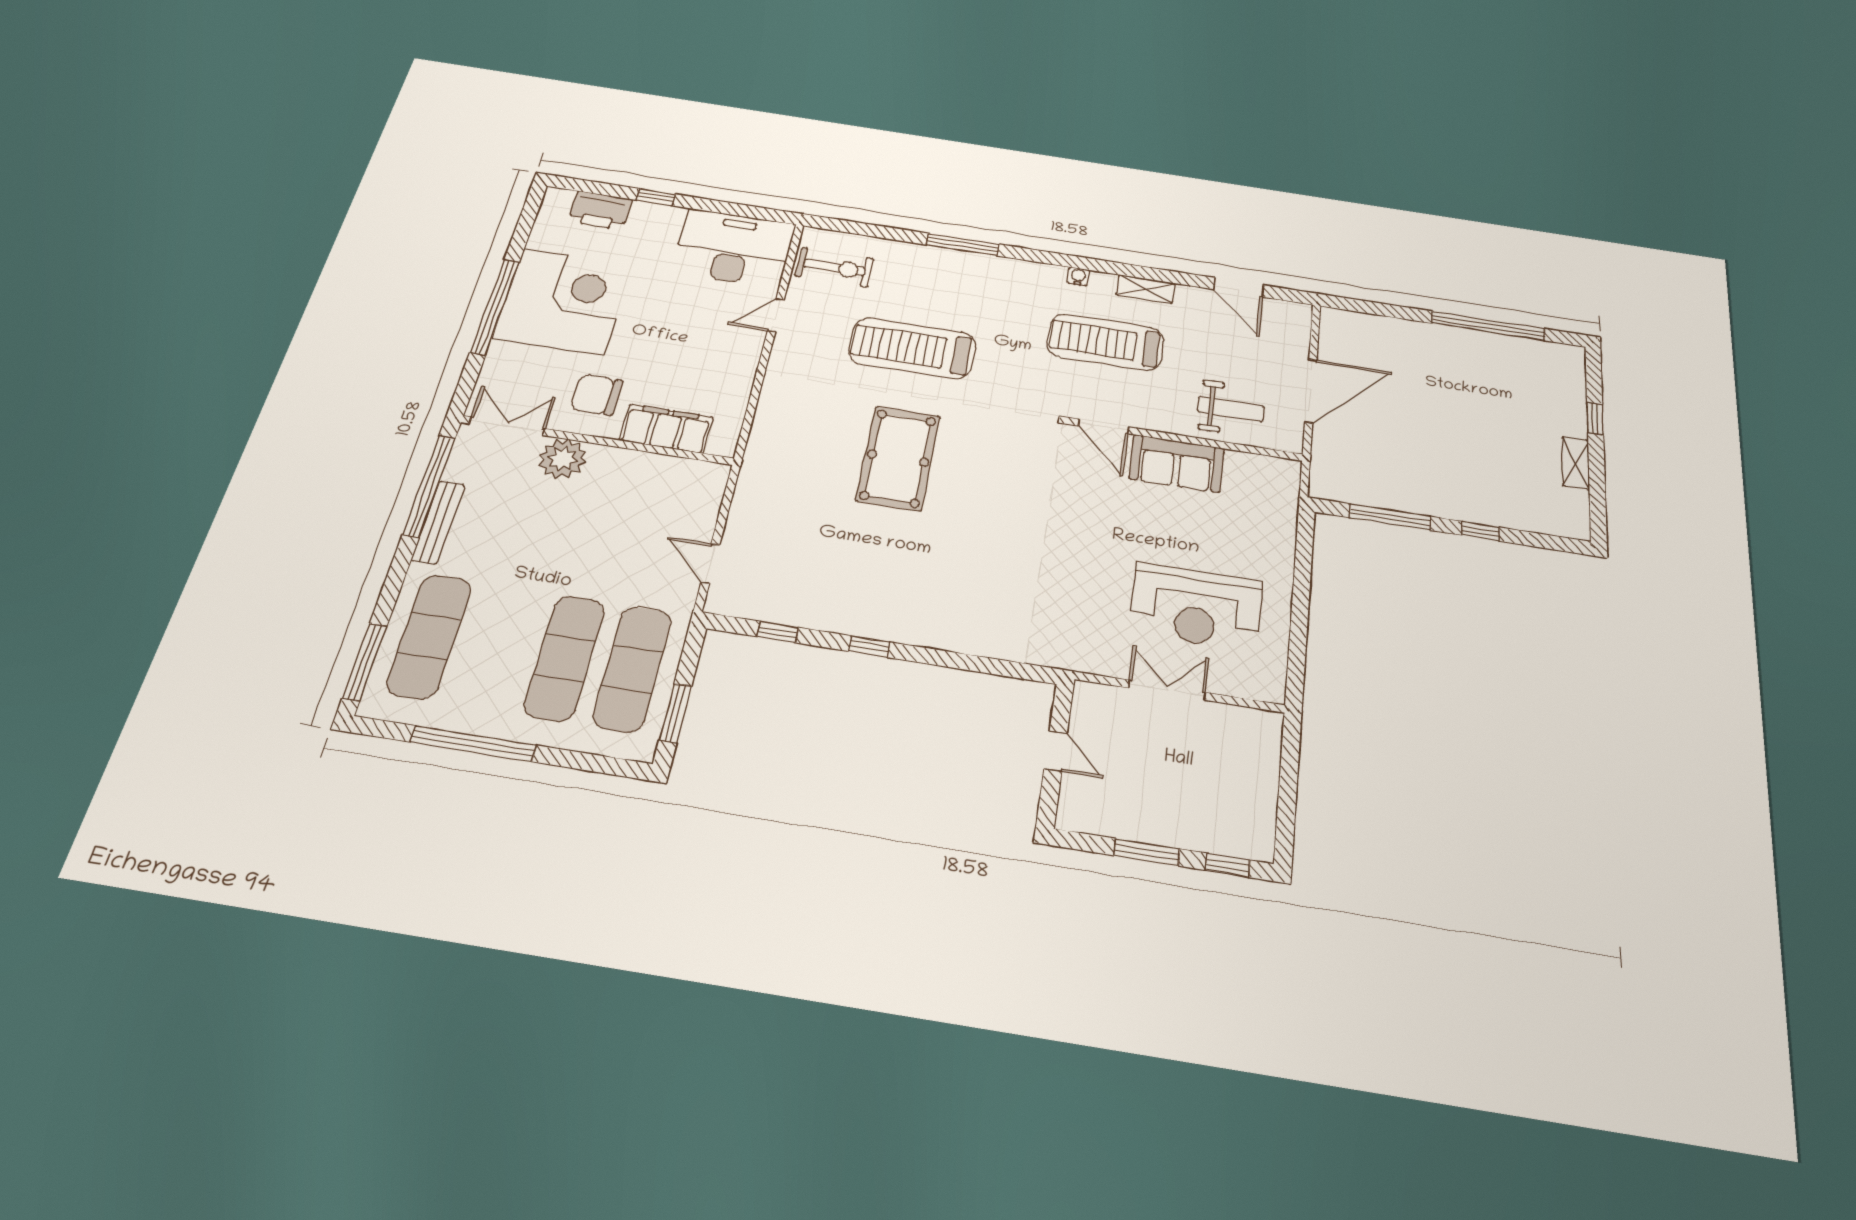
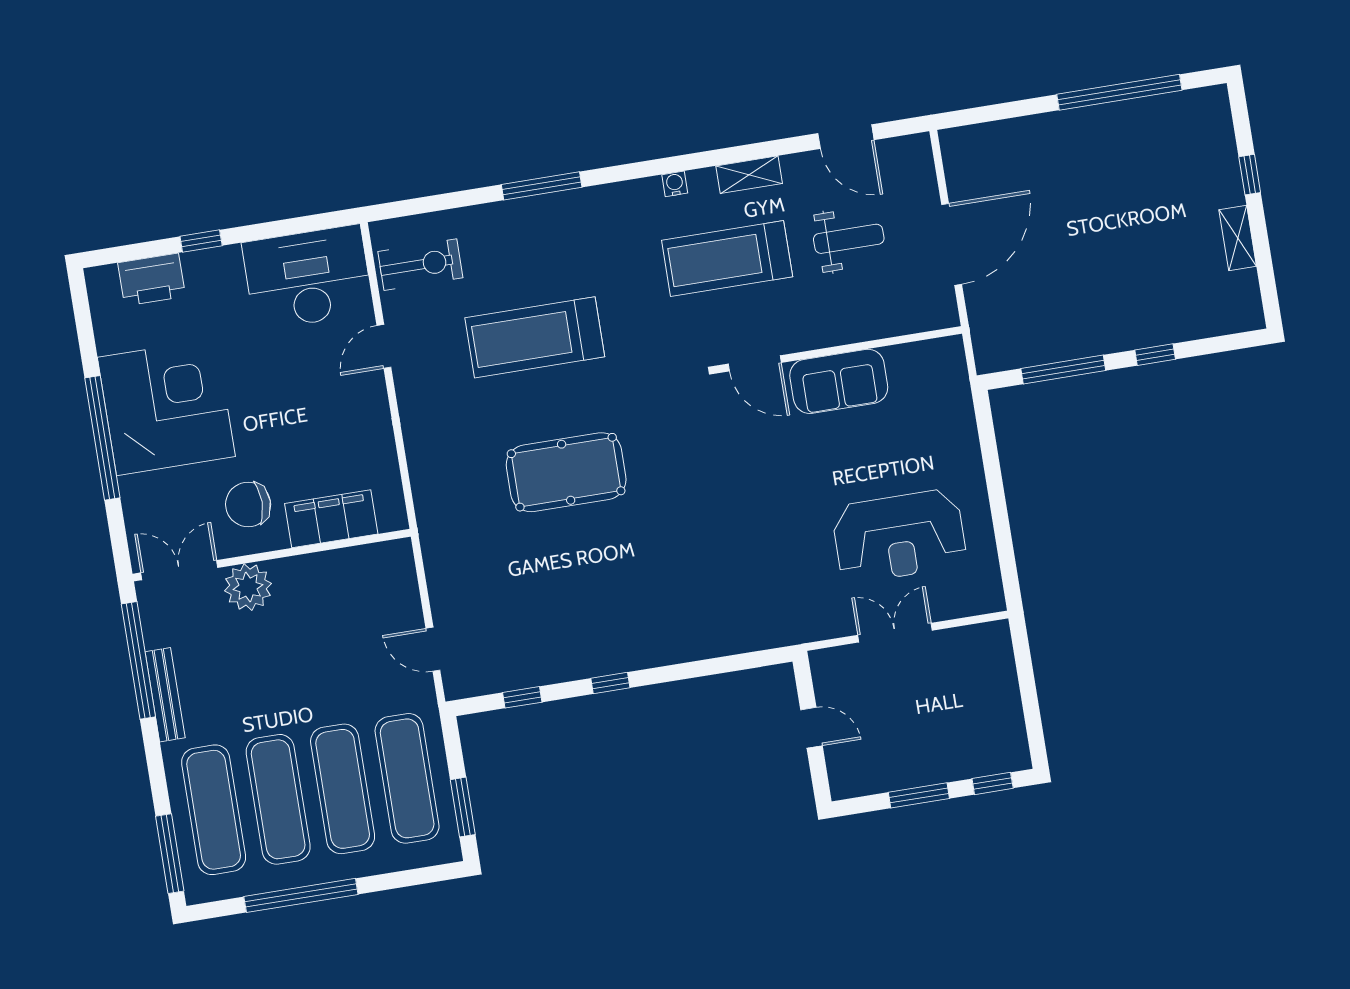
weight bench: (1231, 409) -> (849, 239), moved
pool table: (898, 458) -> (566, 472), turned 90
exercise mat: (497, 647) -> (278, 799), added

